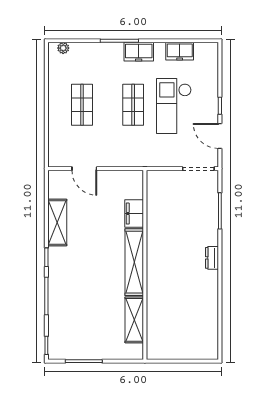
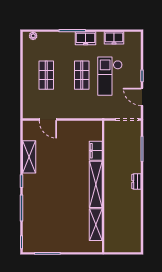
filing cabinet: (134, 214) -> (96, 151), moved
shelving: (134, 262) -> (96, 184), moved
wall: (145, 265) -> (103, 186), moved
shelving: (134, 320) -> (96, 225), moved

